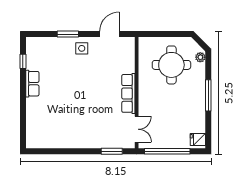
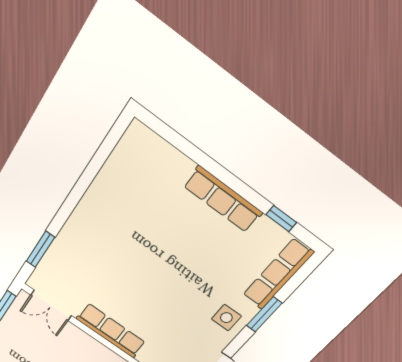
row of seats: (46, 44) -> (278, 274), added
row of seats: (32, 84) -> (223, 199), width x1.48

